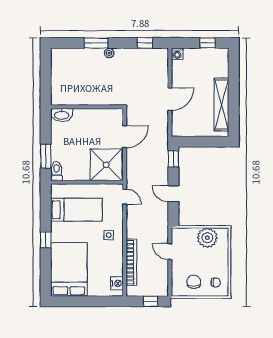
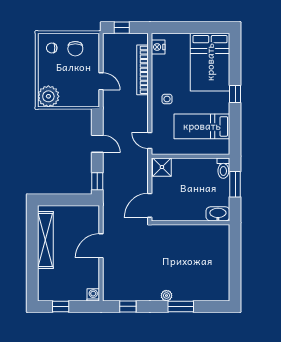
wall: (87, 107) -> (191, 223), moved
washbasin: (62, 115) -> (218, 214), moved
shower: (106, 165) -> (162, 167), width x0.54, depth x0.54
plant: (207, 238) -> (48, 96), moved

